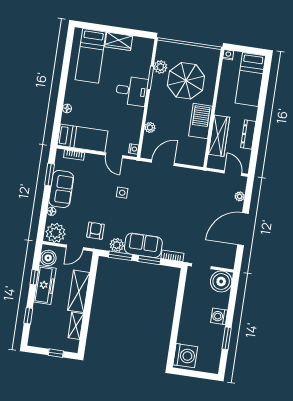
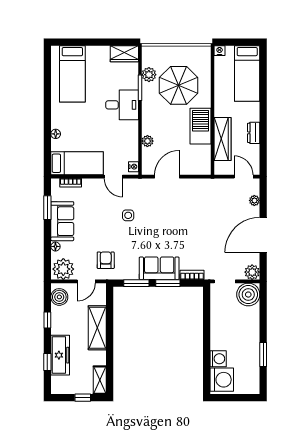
wardrobe: (119, 41) -> (124, 54), moved
dresser: (248, 135) -> (254, 133), width x0.70
plant: (117, 245) -> (252, 272), moved
freezer: (45, 285) -> (60, 355), moved
washing machine: (219, 316) -> (218, 359), moved, turned 180
shelving: (76, 326) -> (100, 380), moved

